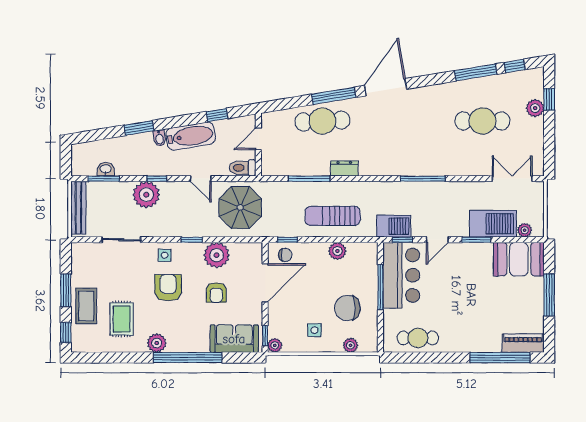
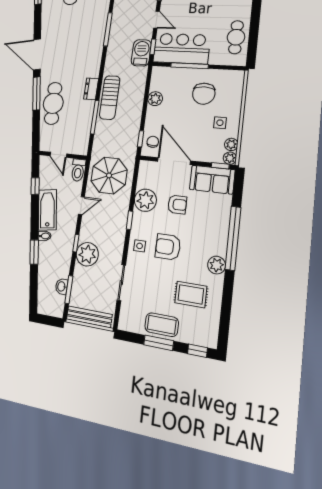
sun lounger: (333, 216) -> (110, 98), moved
coffee table: (86, 306) -> (162, 325), moved
sofa: (234, 339) -> (212, 180), moved, turned -90
plant: (350, 345) -> (231, 144), moved

